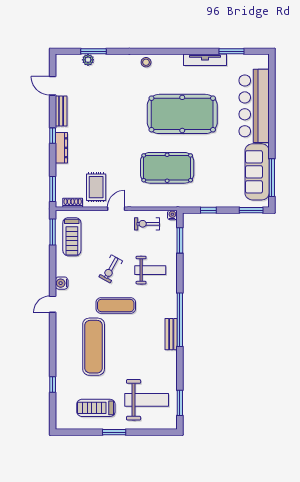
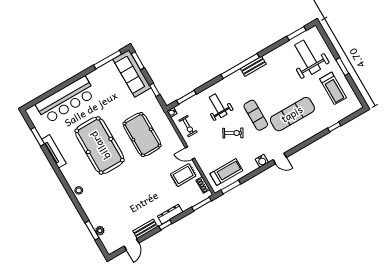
sofa: (257, 172) -> (132, 74), moved, turned 90

